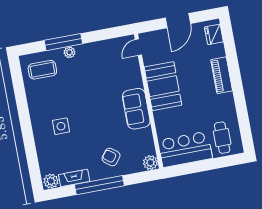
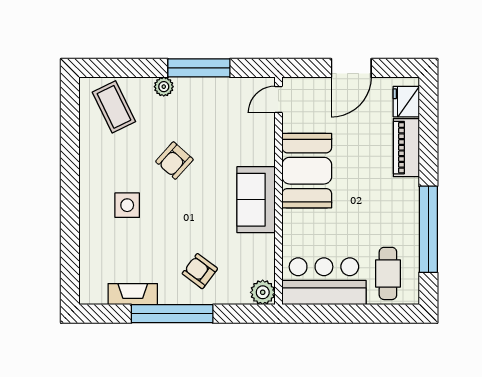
window: (63, 42) -> (199, 68), moved
coffee table: (42, 70) -> (114, 107), turned 64
piano: (222, 75) -> (406, 148), moved
armchair: (84, 95) -> (174, 161), added
window: (241, 107) -> (428, 229), added
plant: (51, 181) -> (94, 292), removed

